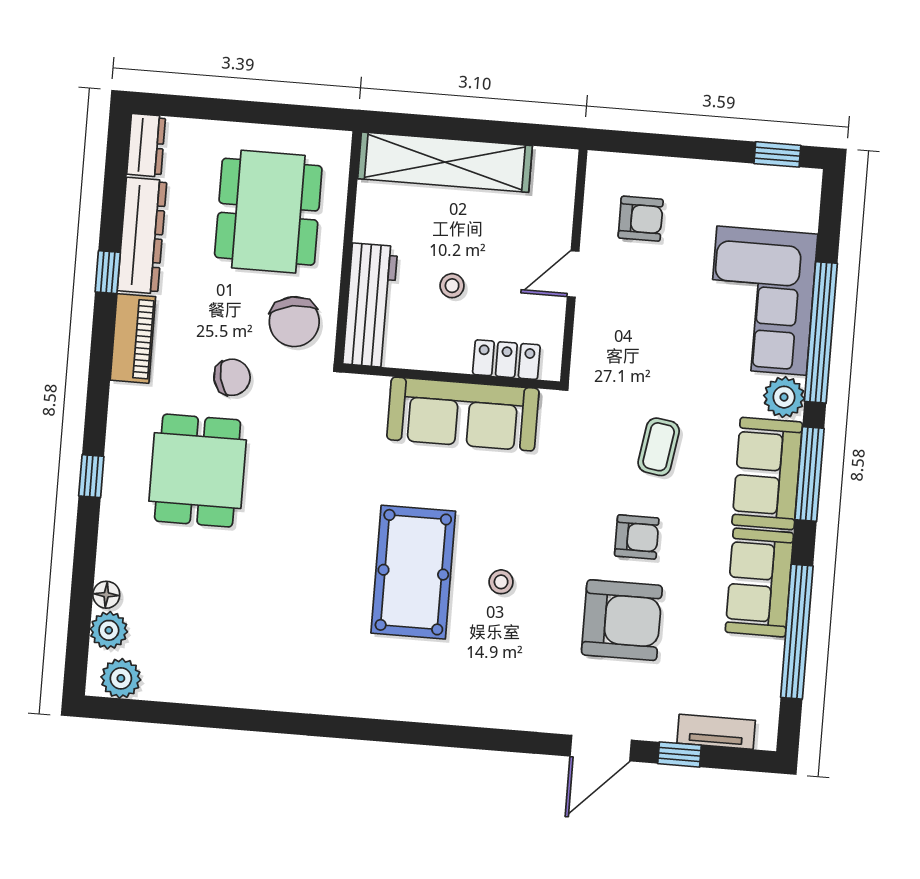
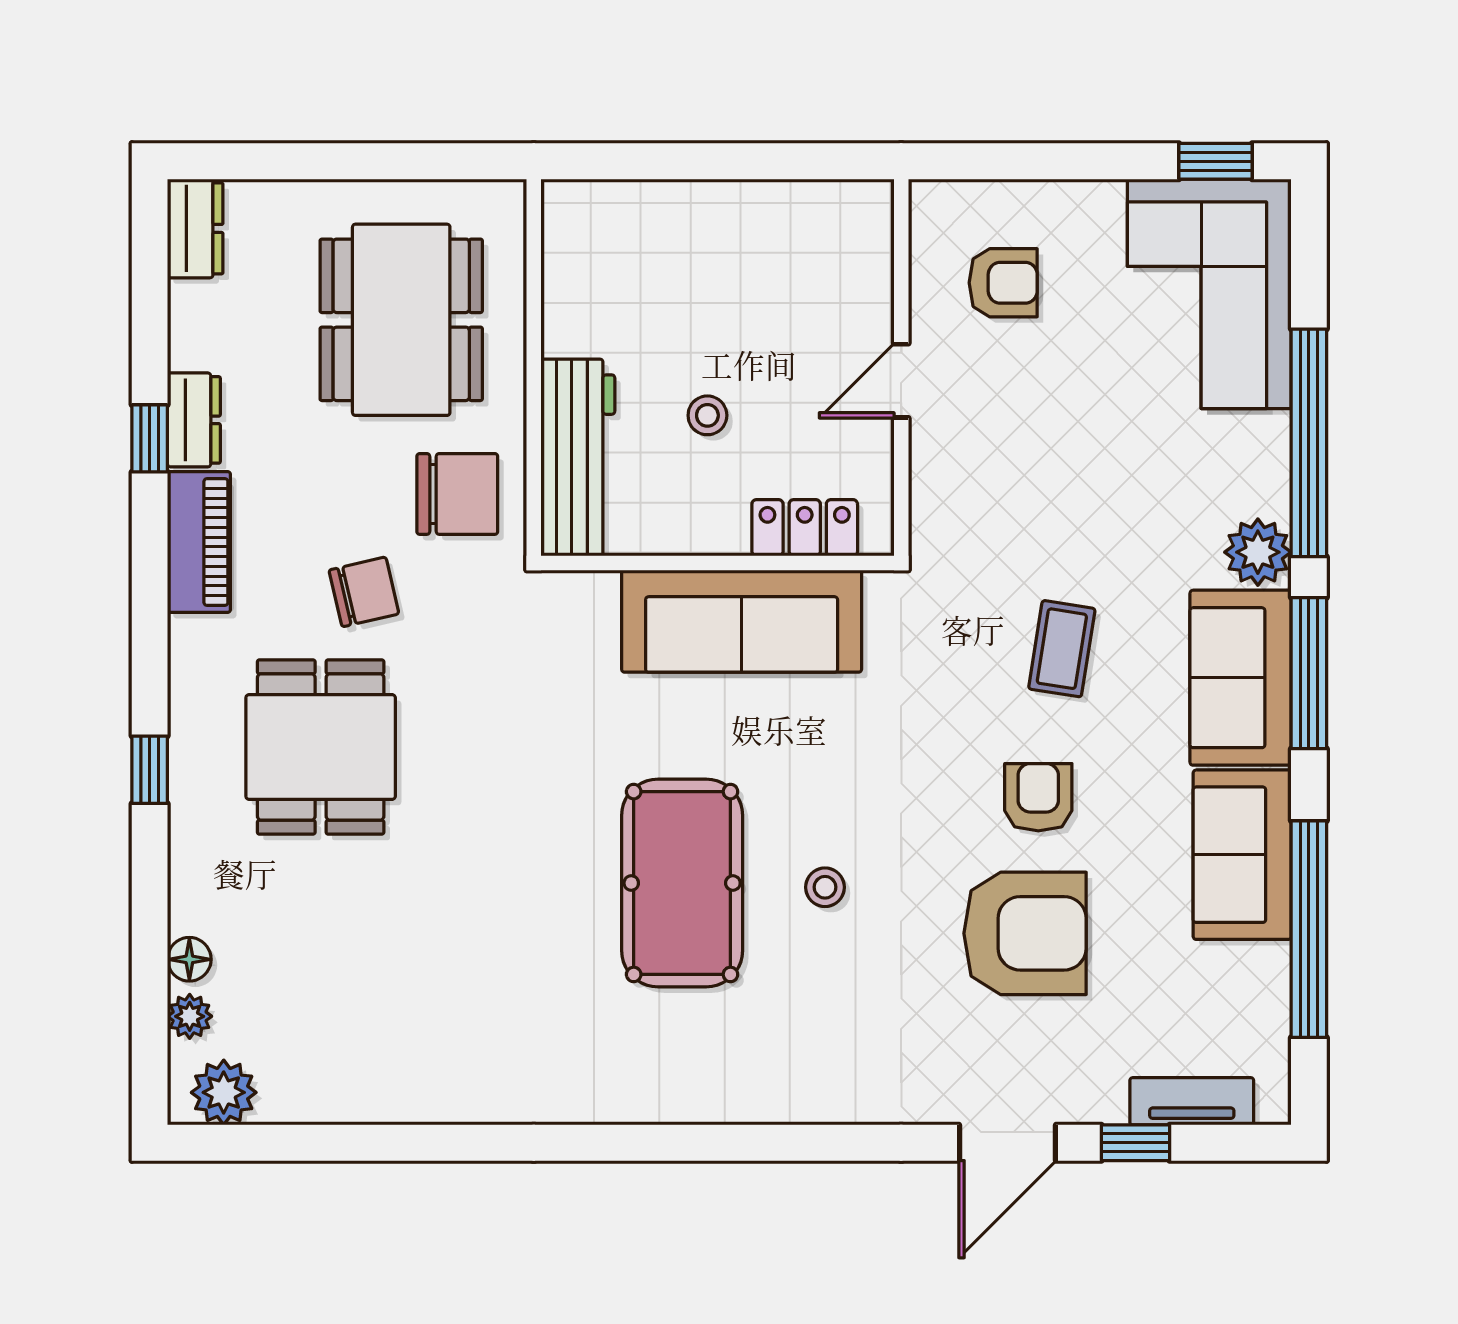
shelving: (445, 162) -> (680, 217), removed
dresser: (142, 236) -> (194, 420), width x0.51, depth x0.80
corner sofa: (762, 301) -> (1209, 294), moved
chair: (294, 322) -> (457, 494), turned -80
armchair: (637, 537) -> (1038, 797), turned -90
plant: (109, 630) -> (190, 1016), width x0.73, depth x0.73

